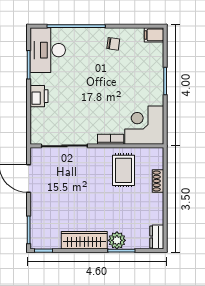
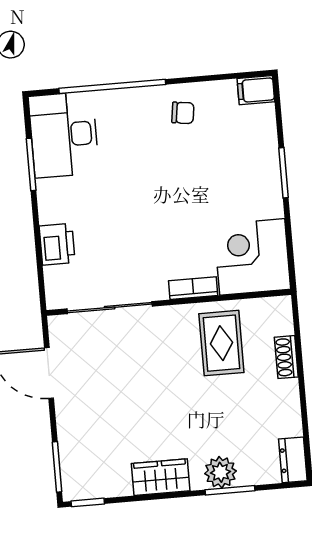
printer: (39, 96) -> (57, 244), moved
wardrobe: (84, 240) -> (161, 477), width x0.67

